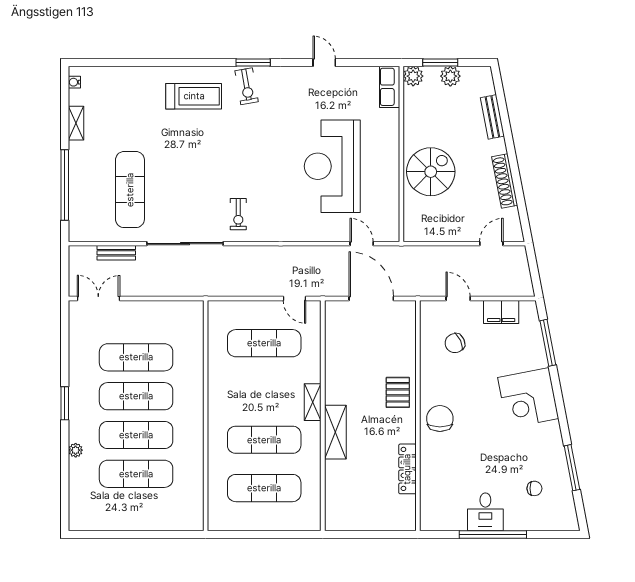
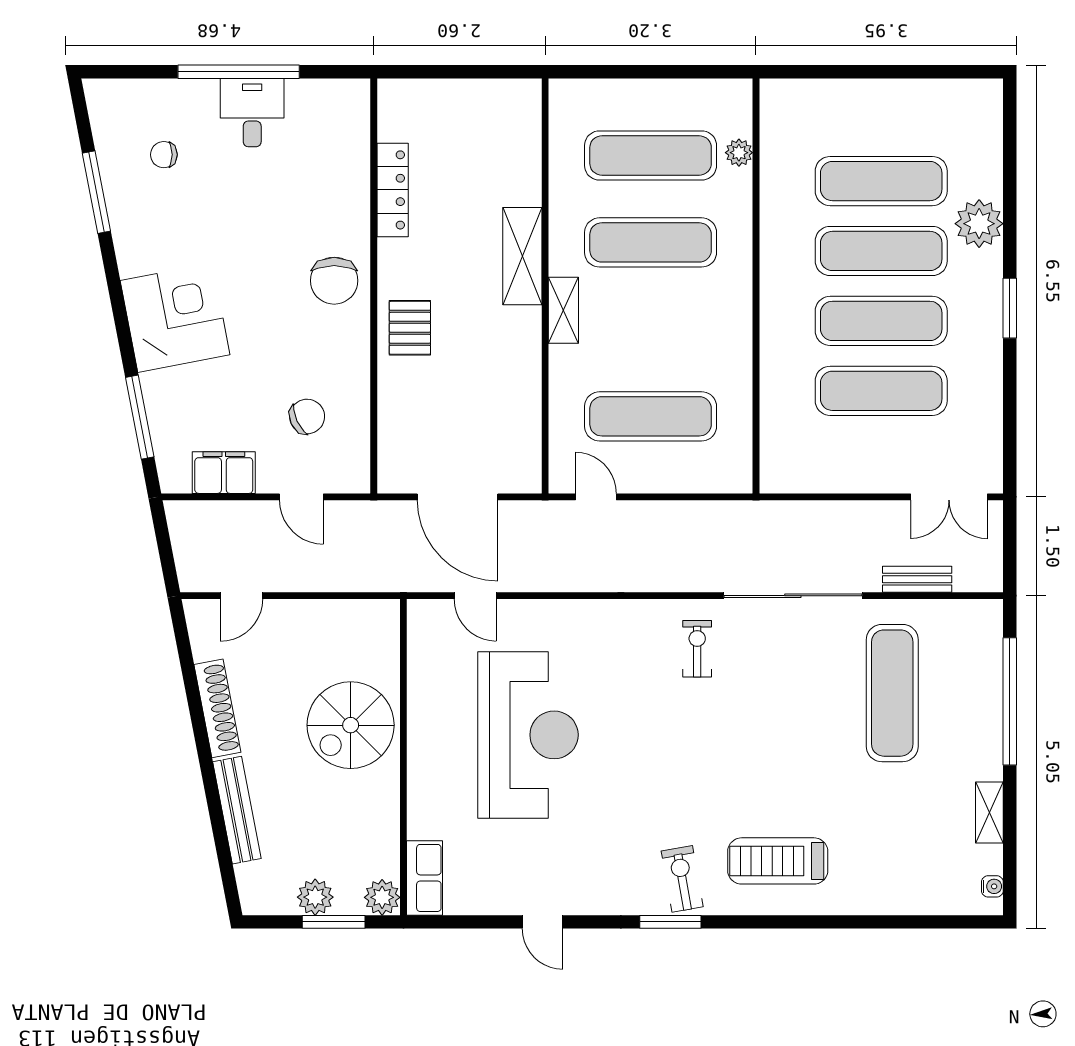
bench: (492, 117) -> (237, 810), width x1.36
plant: (76, 450) -> (979, 224), width x1.88, depth x1.88
plant: (215, 490) -> (739, 153), added

